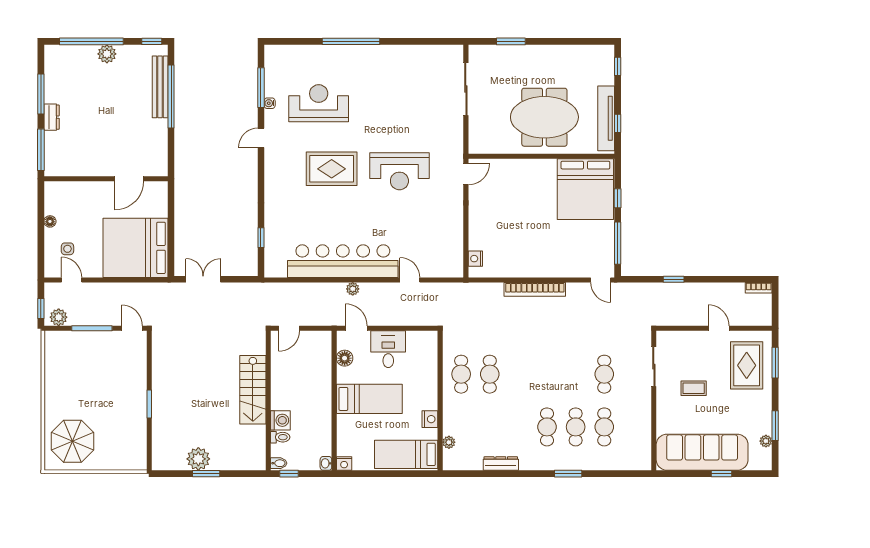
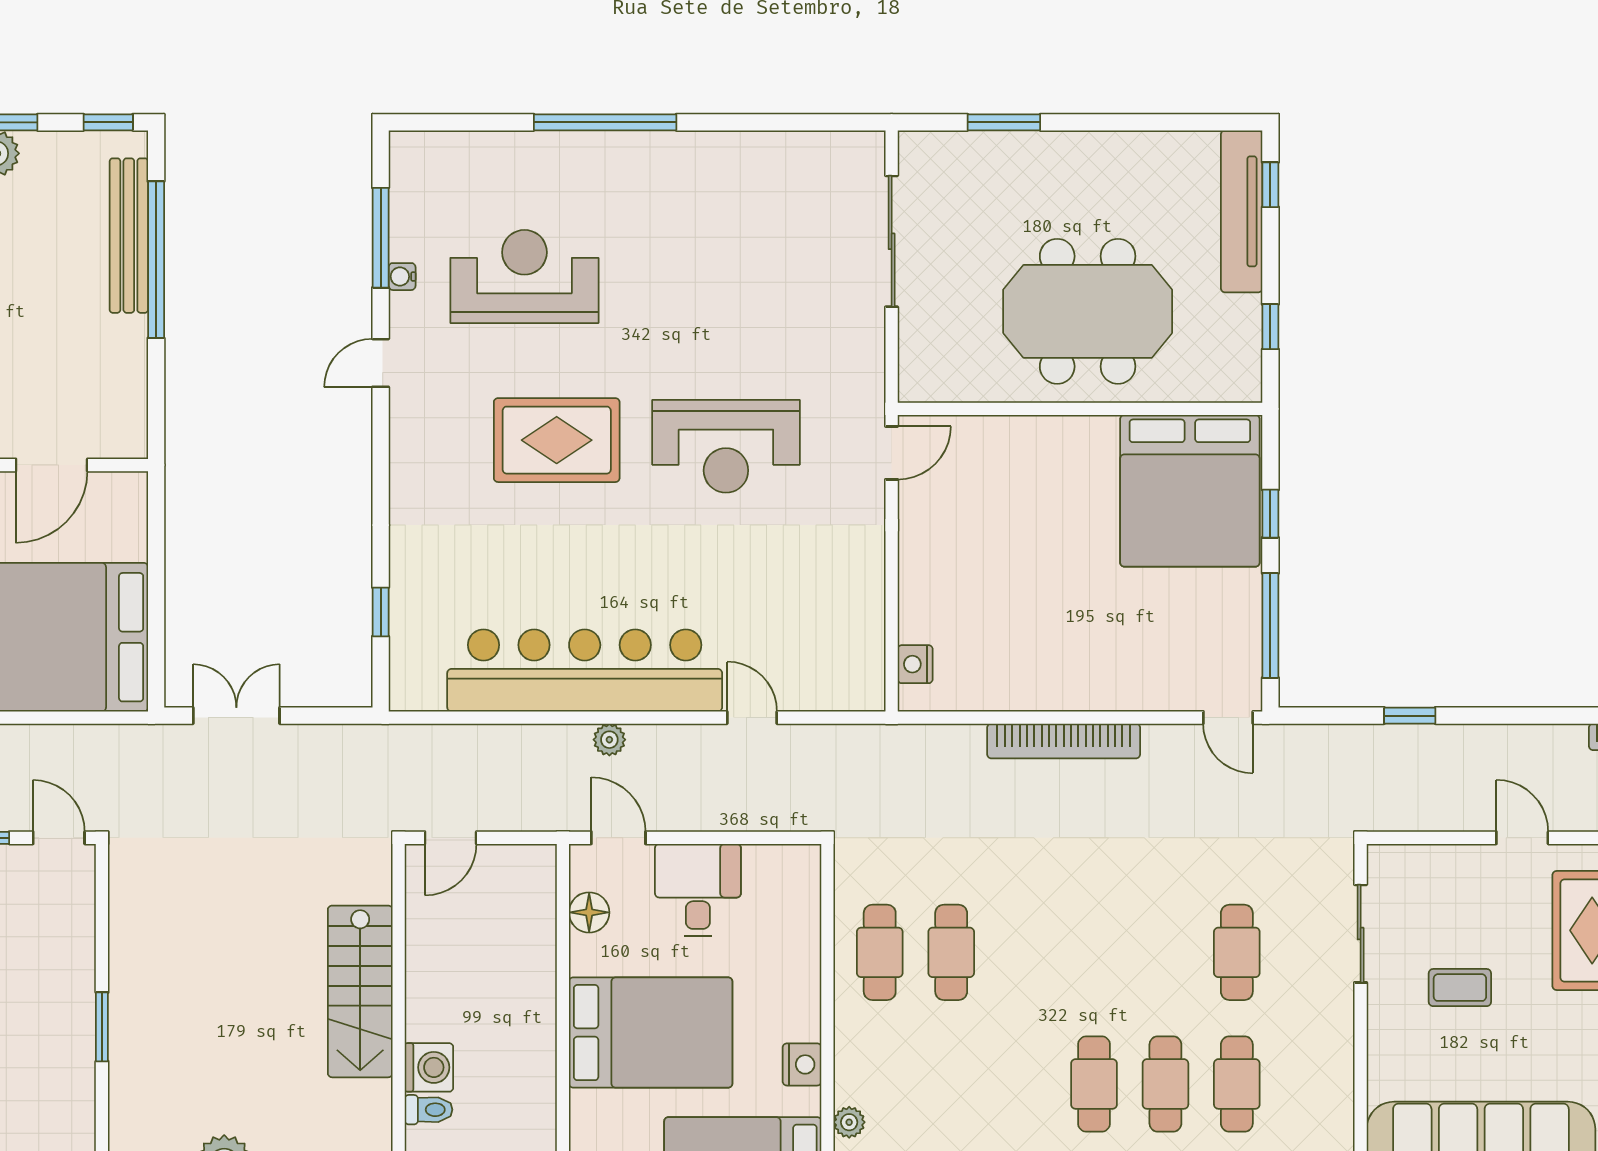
tv unit: (606, 118) -> (1242, 211), moved
bed: (369, 399) -> (651, 1033), width x1.50

